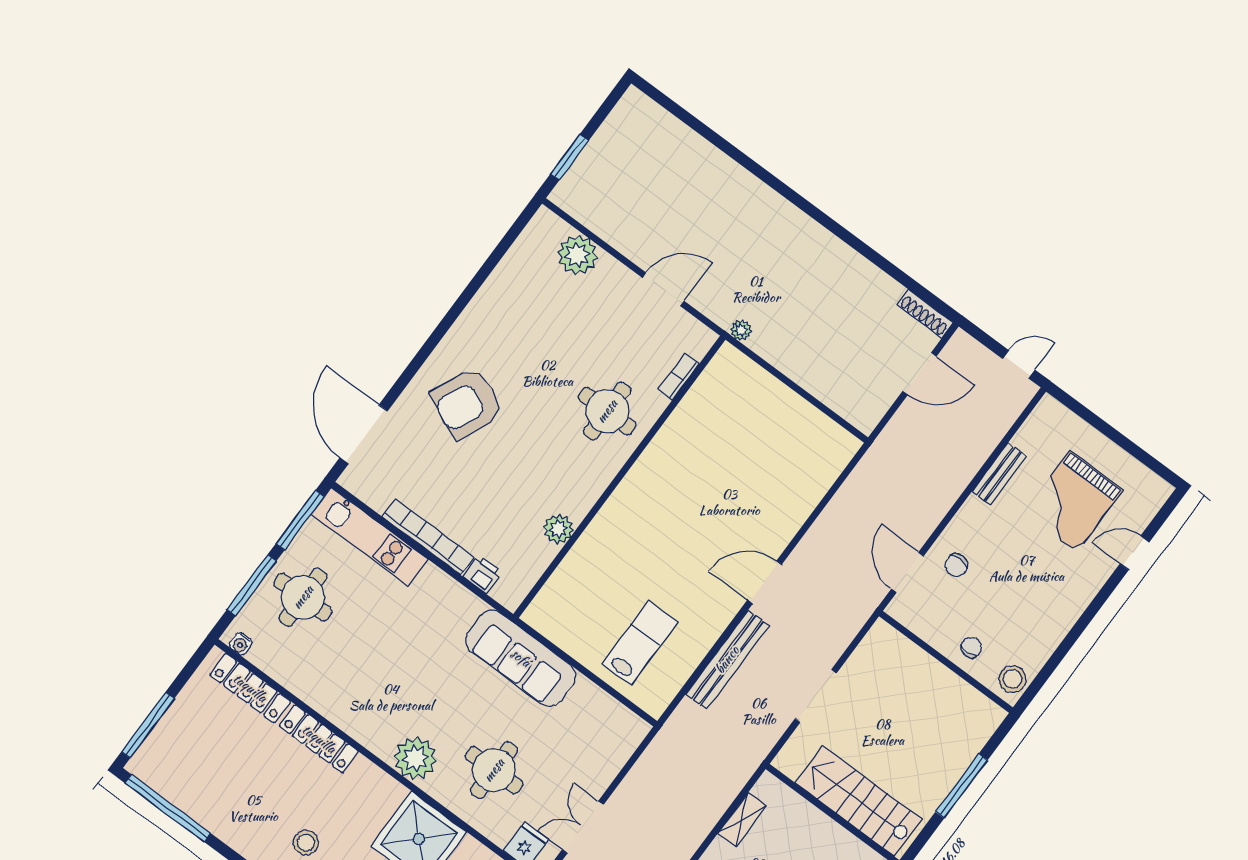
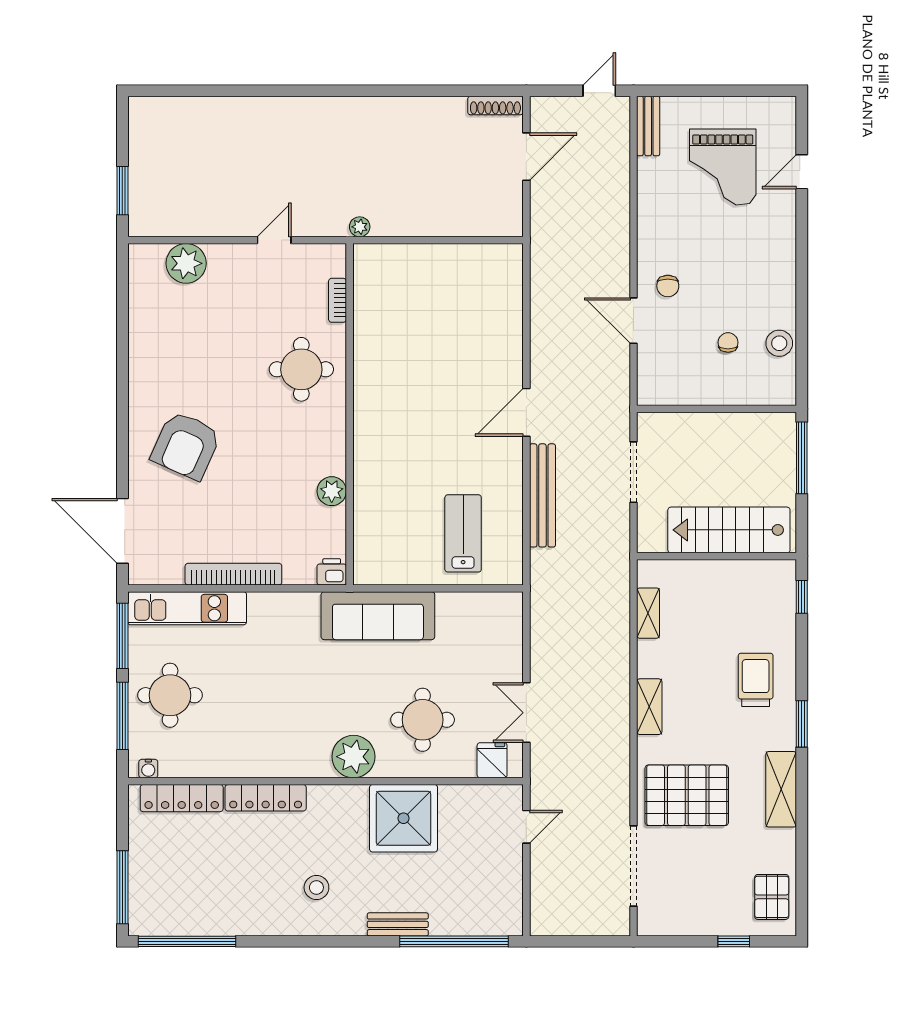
door: (663, 289) -> (274, 240), width x0.73
bench: (999, 474) -> (648, 126), moved
printer: (482, 574) -> (332, 572), moved
wall: (946, 662) -> (716, 409), moved

